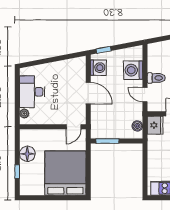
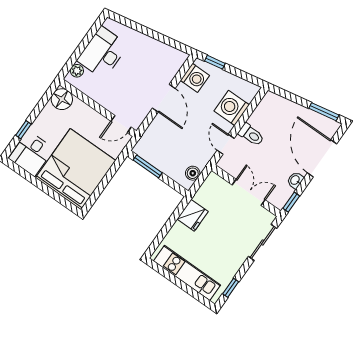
fridge: (155, 125) -> (193, 215), moved
floor lamp: (27, 154) -> (62, 99), moved
desk: (32, 183) -> (31, 154), added

